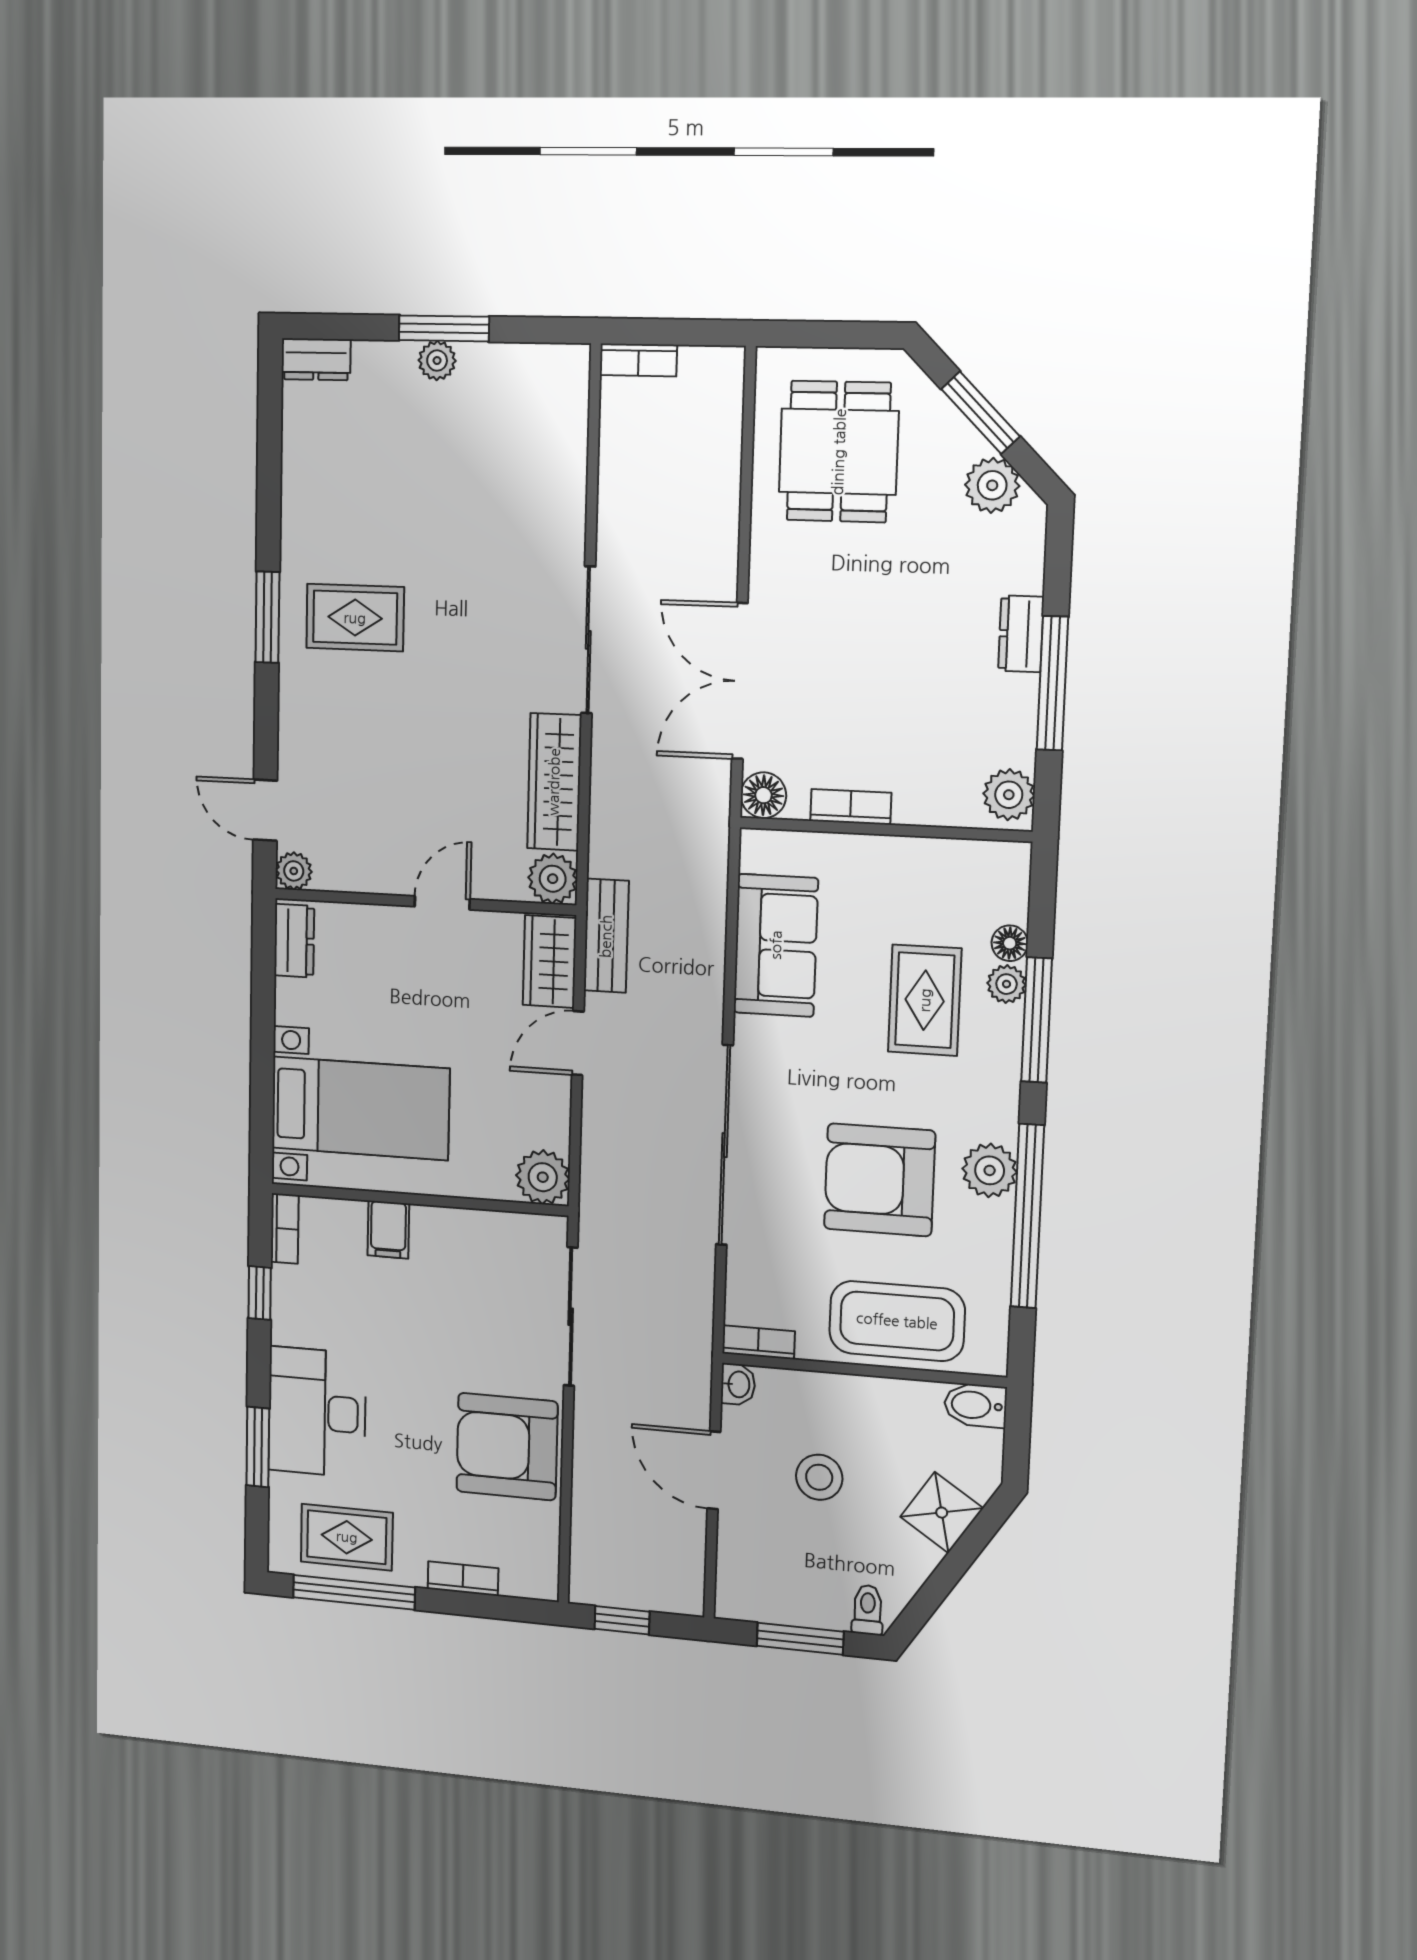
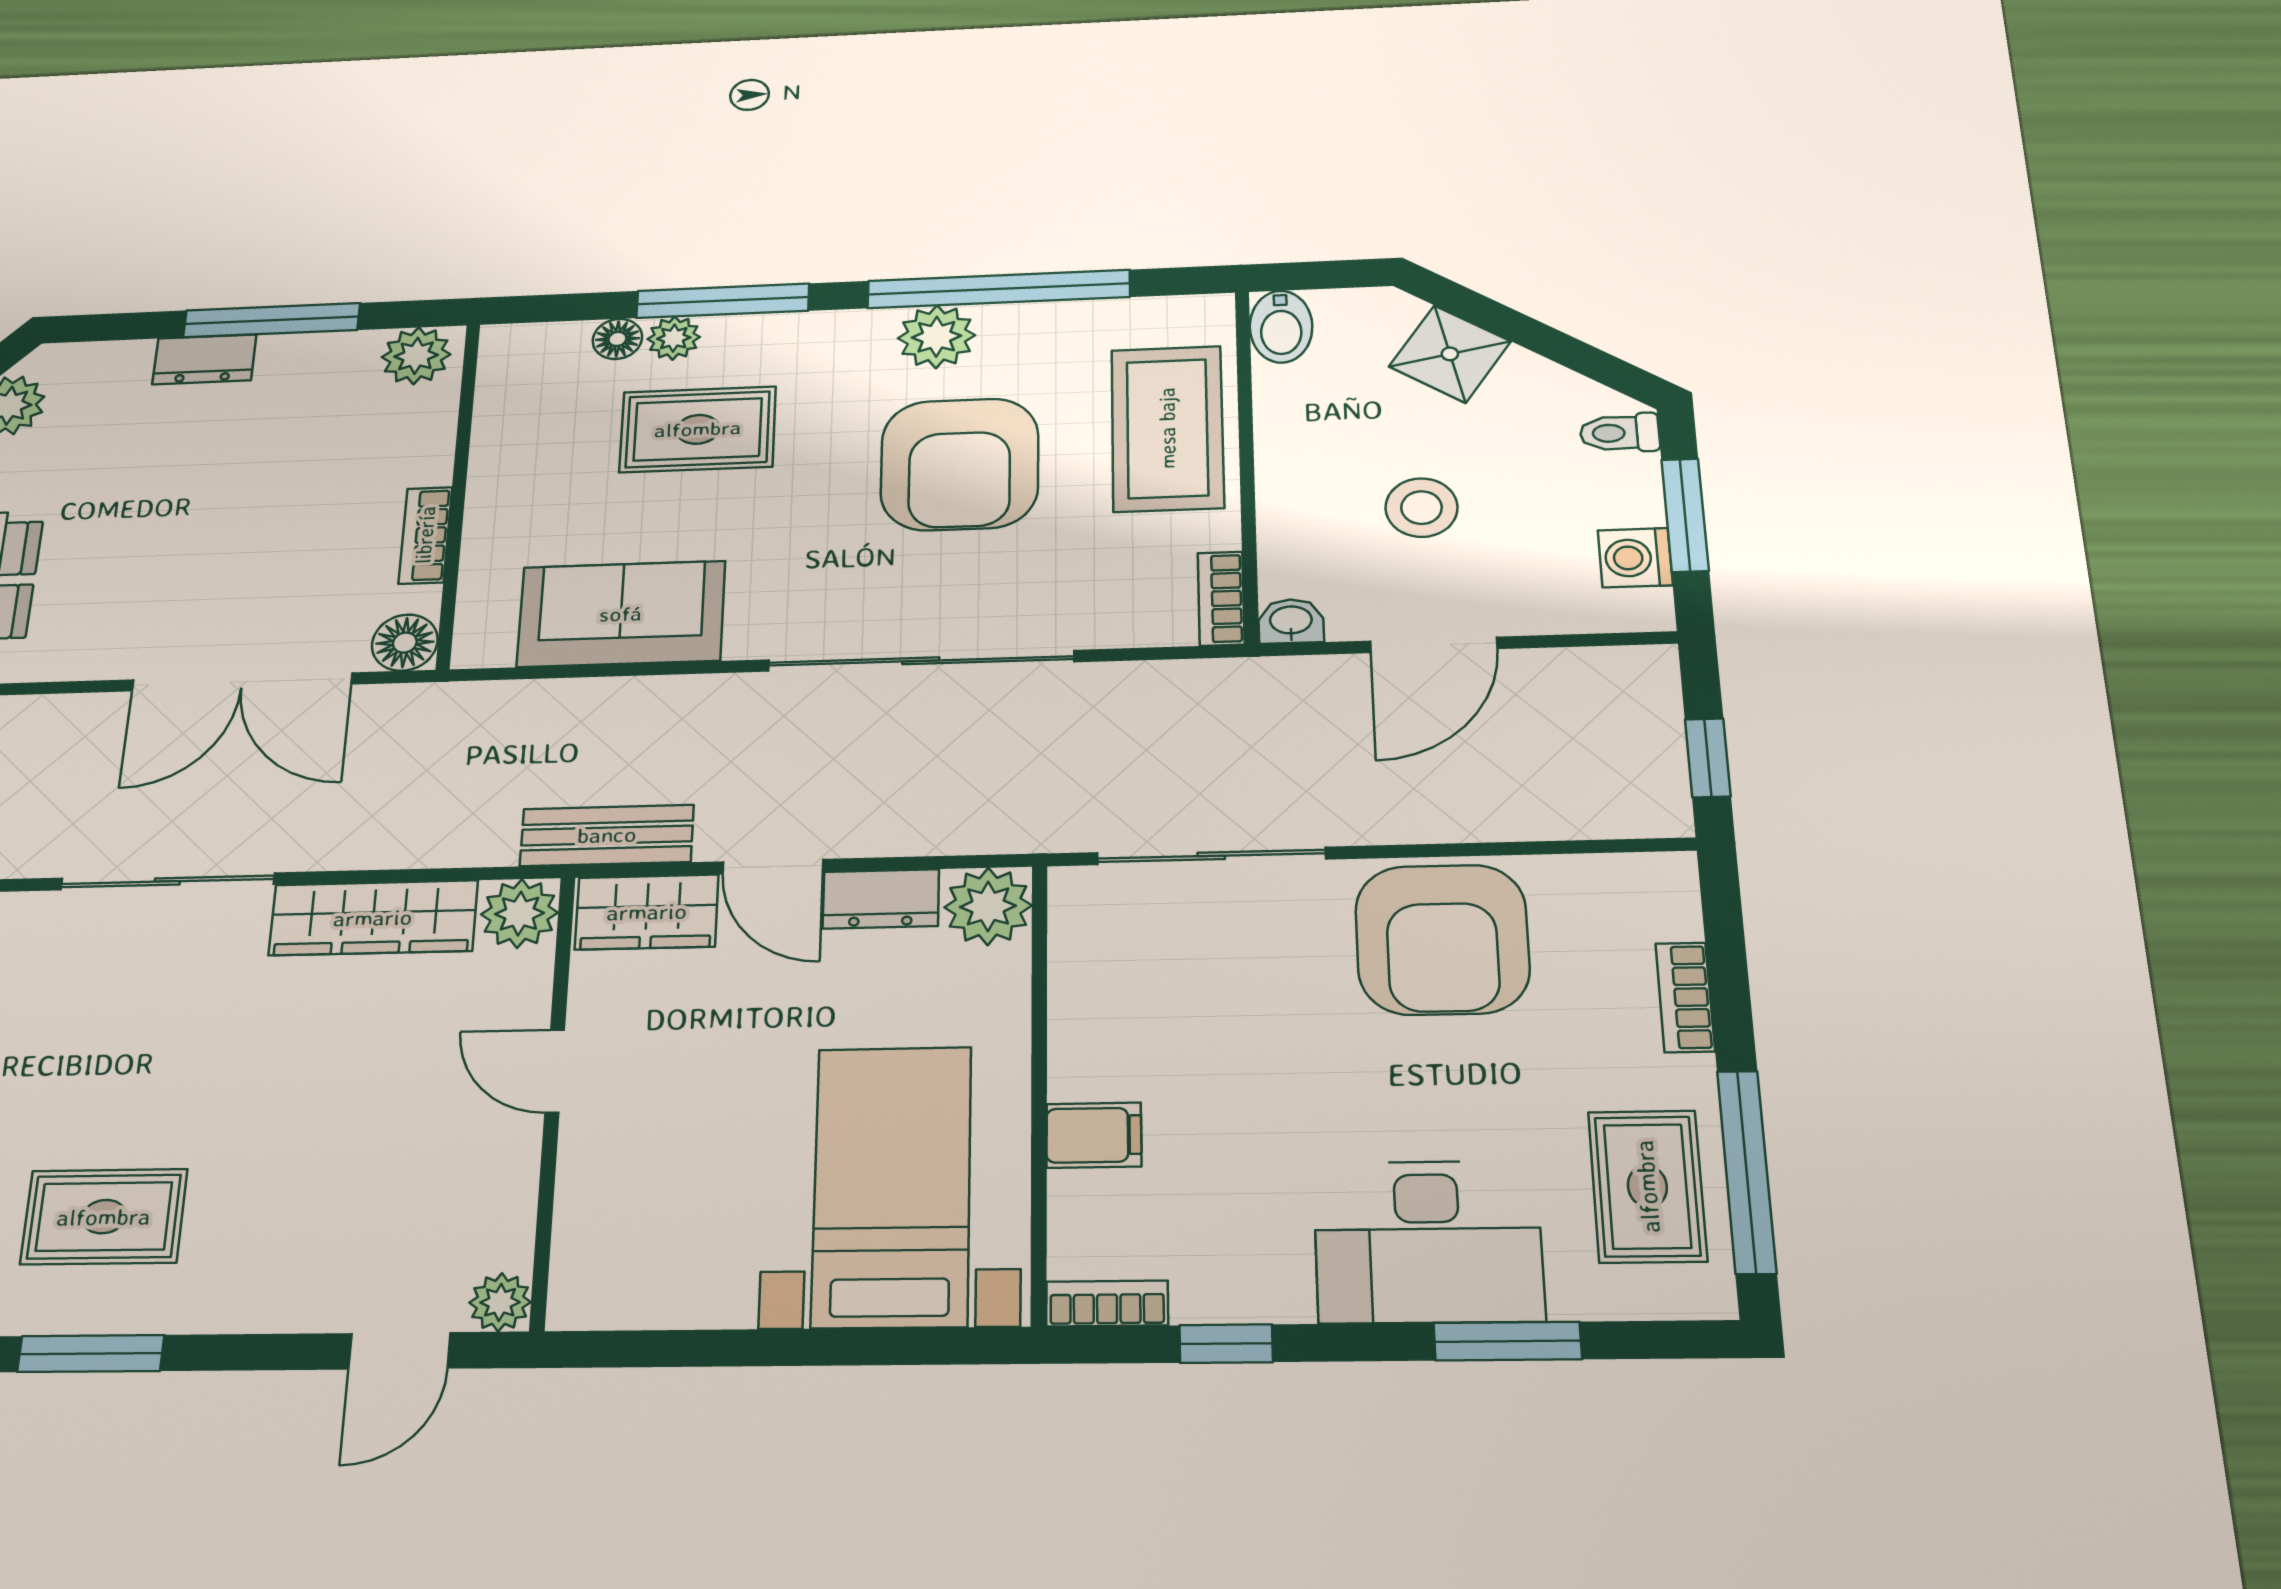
rug: (355, 618) -> (104, 1217), turned 90
dresser: (294, 941) -> (881, 899), moved, turned 180
washing machine: (770, 1603) -> (1635, 558), added

